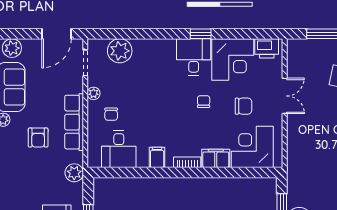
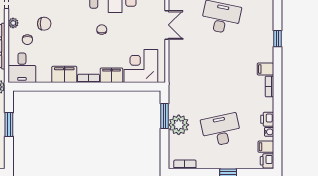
chair: (243, 106) -> (44, 24), moved
desk: (119, 149) -> (22, 68), moved
filing cabinet: (157, 157) -> (64, 74), width x2.00

